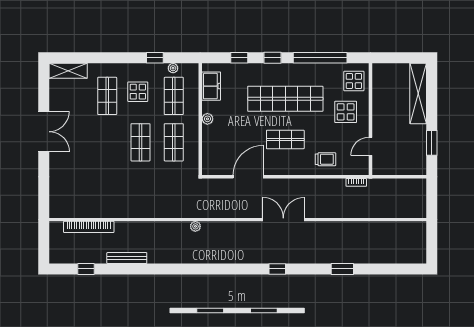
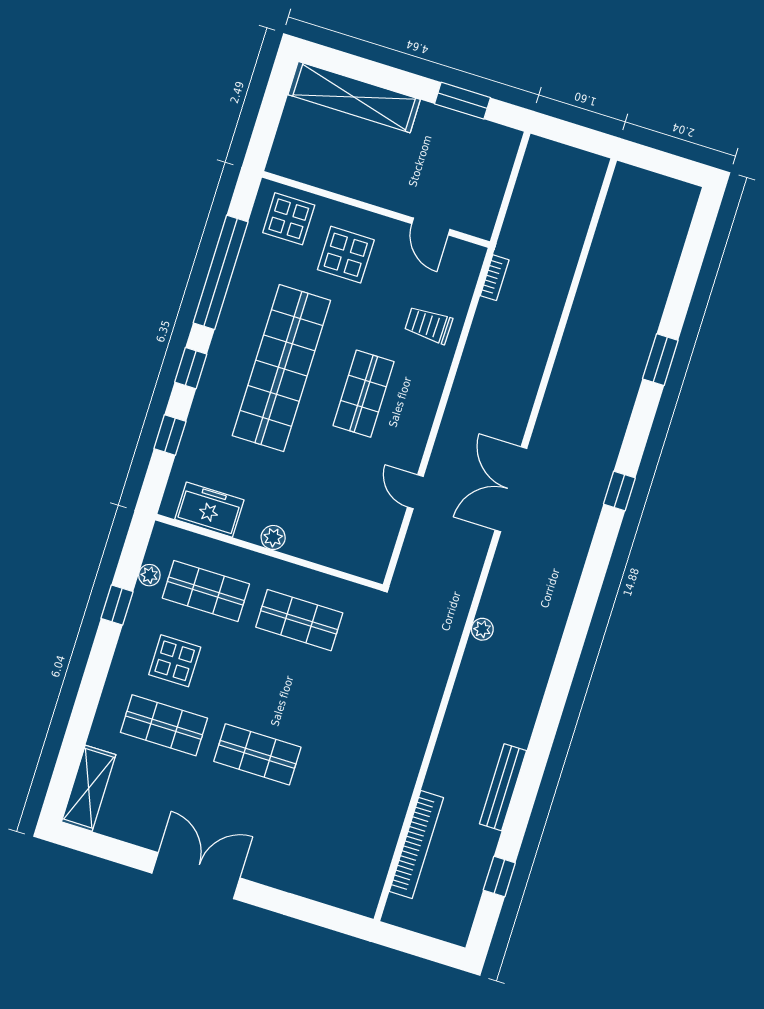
shop shelf: (140, 142) -> (257, 754), moved
trolley: (325, 159) -> (429, 325), turned -89
door: (248, 177) -> (415, 492), width x0.53
double door: (283, 220) -> (511, 489), moved

